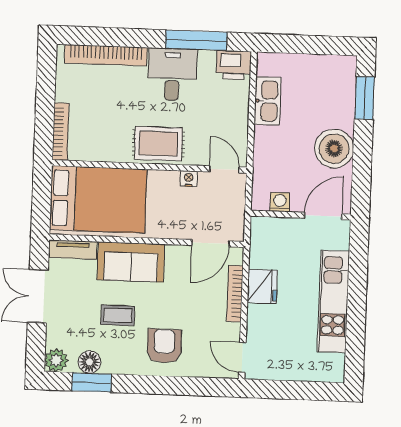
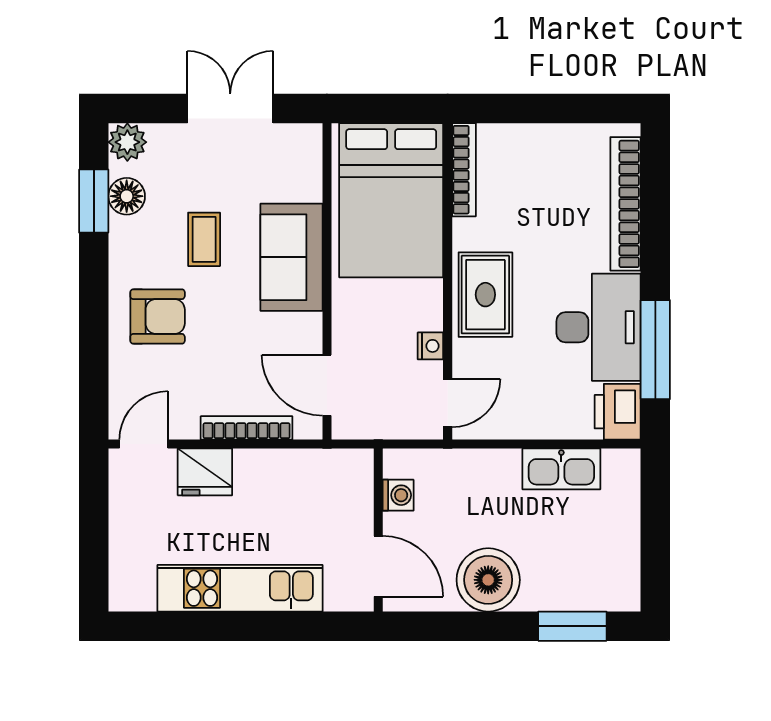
desk: (172, 74) -> (599, 327), width x1.37
bookcase: (61, 132) -> (464, 170), moved, turned -90
tv unit: (73, 250) -> (308, 163), removed
fridge: (262, 286) -> (205, 472), moved

